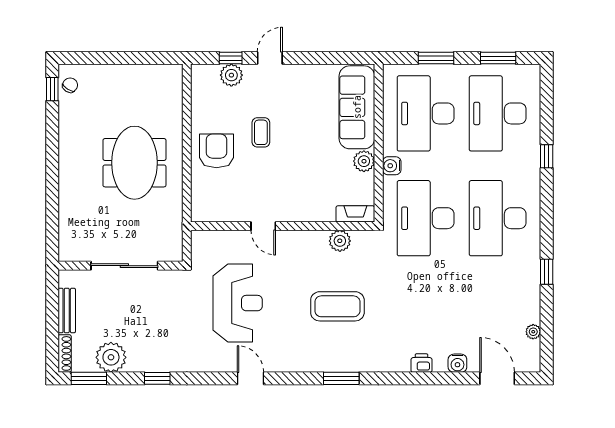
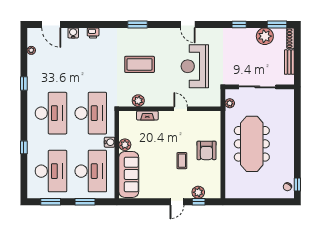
meeting table: (134, 163) -> (252, 144), width x1.36
fireplace: (355, 214) -> (147, 115), moved
plant: (174, 236) -> (230, 103), added

